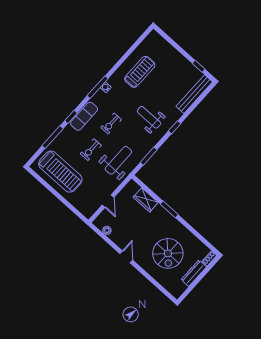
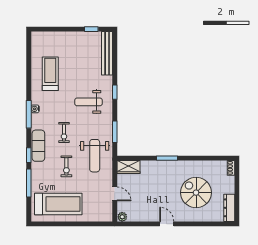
weight bench: (118, 160) -> (95, 156), turned 180
wardrobe: (146, 200) -> (128, 167), moved
plant: (107, 230) -> (122, 217), moved
spiral stairs: (168, 253) -> (196, 193), turned 180
dresser: (194, 273) -> (229, 208), moved

